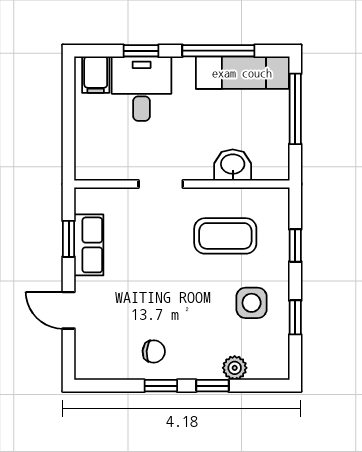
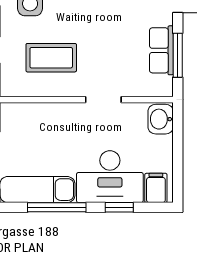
desk: (142, 89) -> (110, 177), width x1.37
washbasin: (233, 165) -> (161, 119), moved, turned 90
window: (69, 239) -> (178, 55), width x1.50

